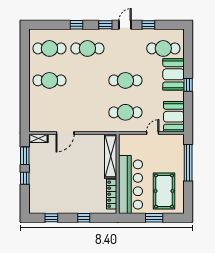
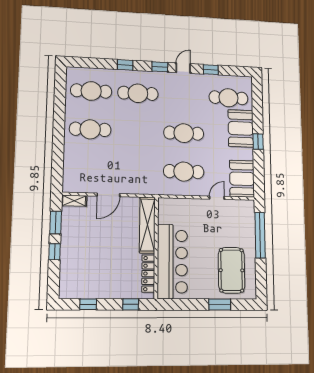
shelving: (111, 156) -> (147, 225), moved
wall: (118, 174) -> (156, 248), moved
bar counter: (131, 185) -> (172, 261), moved
locker: (112, 194) -> (148, 274), moved

